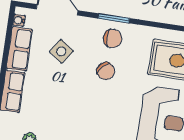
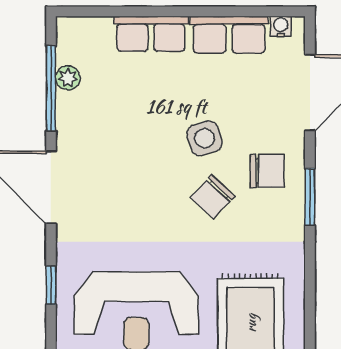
chair: (113, 38) -> (267, 171), moved, turned -90
side table: (61, 51) -> (204, 138), moved, turned 38

